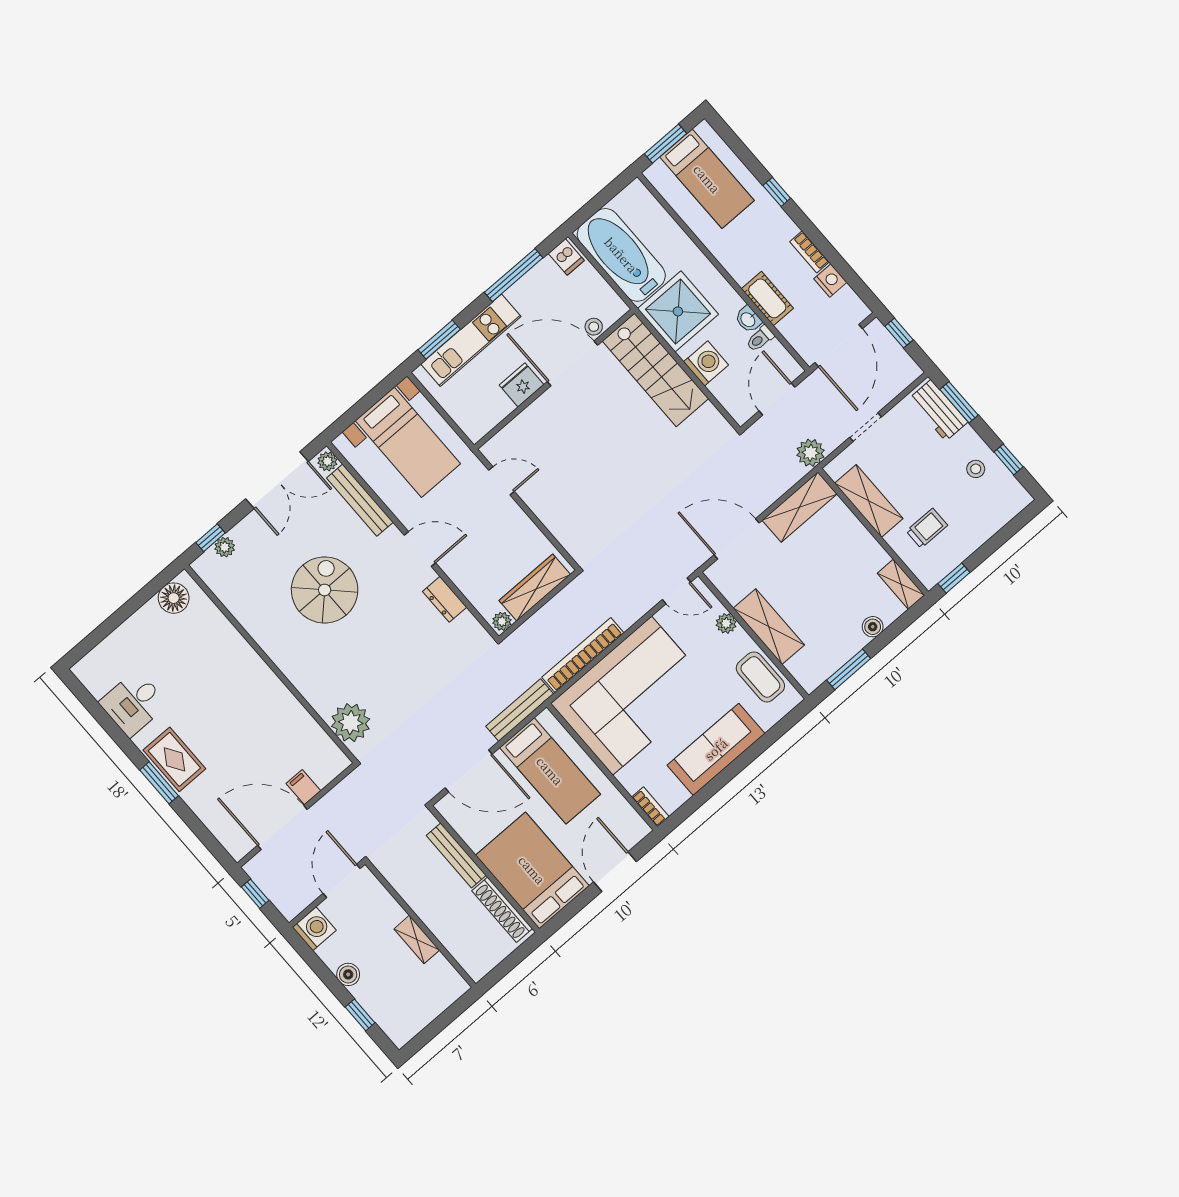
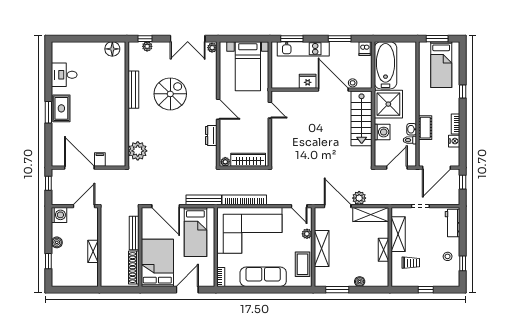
window: (514, 275) -> (340, 39), width x0.69
window: (959, 402) -> (463, 227), removed
plant: (811, 453) -> (359, 198), moved
bench: (360, 500) -> (133, 90), moved
window: (954, 578) -> (426, 290), moved
shelving: (901, 584) -> (383, 250), moved

